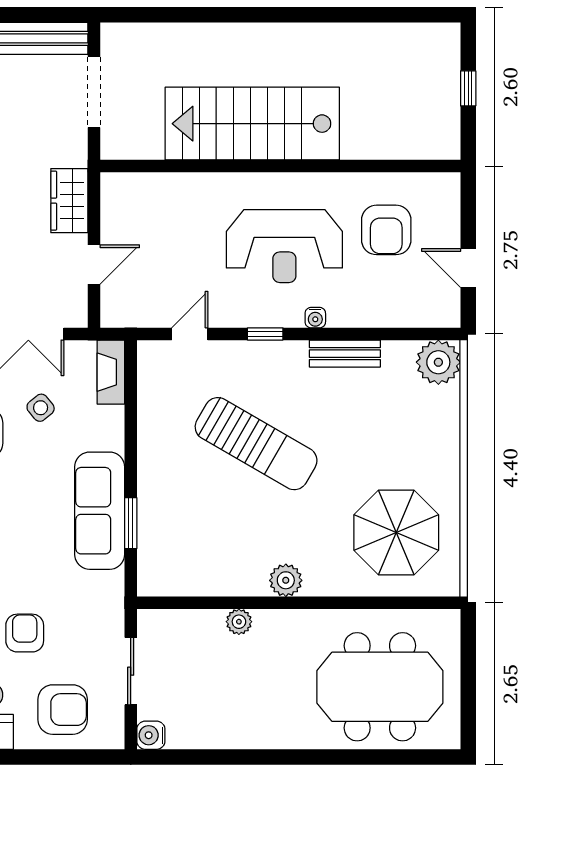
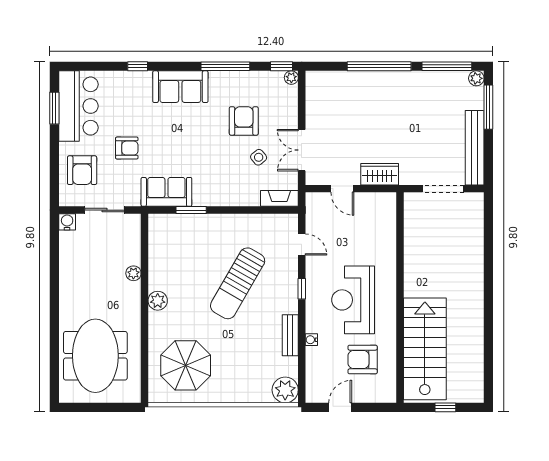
stairs: (252, 124) -> (425, 349), moved
water cooler: (315, 318) -> (311, 340), moved
sofa: (100, 511) -> (166, 192), moved, width x0.73

